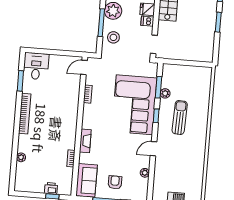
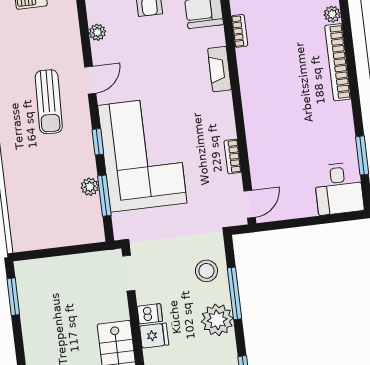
window: (218, 22) -> (13, 297), moved
bookcase: (25, 114) -> (338, 62), moved
sun lounger: (180, 118) -> (49, 102), moved

